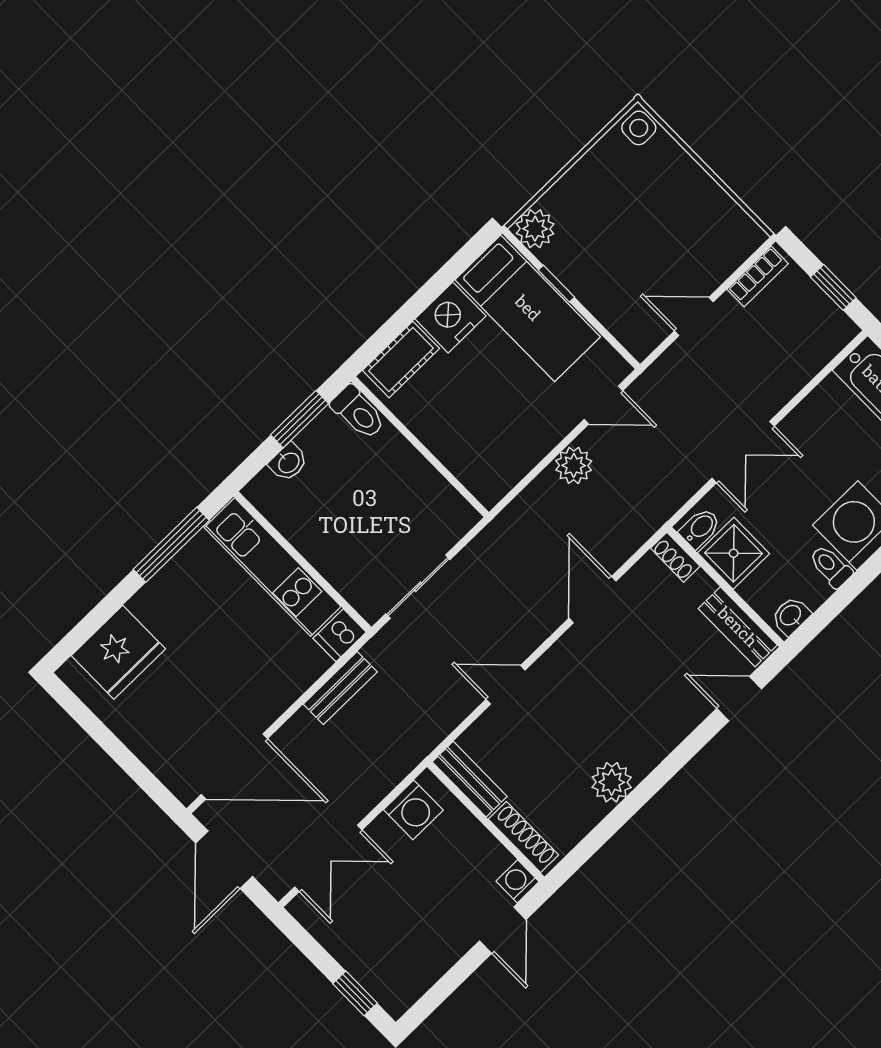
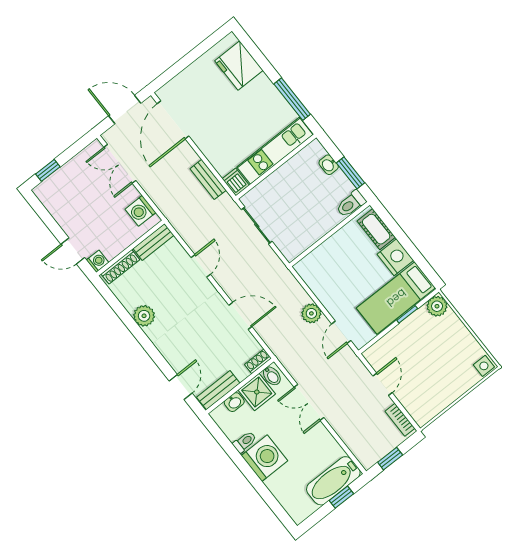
washbasin: (791, 616) -> (234, 402), moved, turned 90

